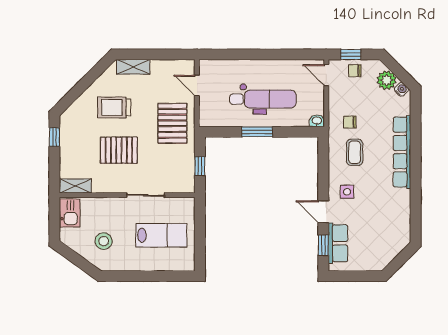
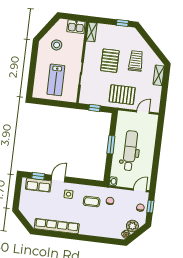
dental chair: (263, 99) -> (130, 151), turned 180
row of seats: (402, 152) -> (57, 226), moved

